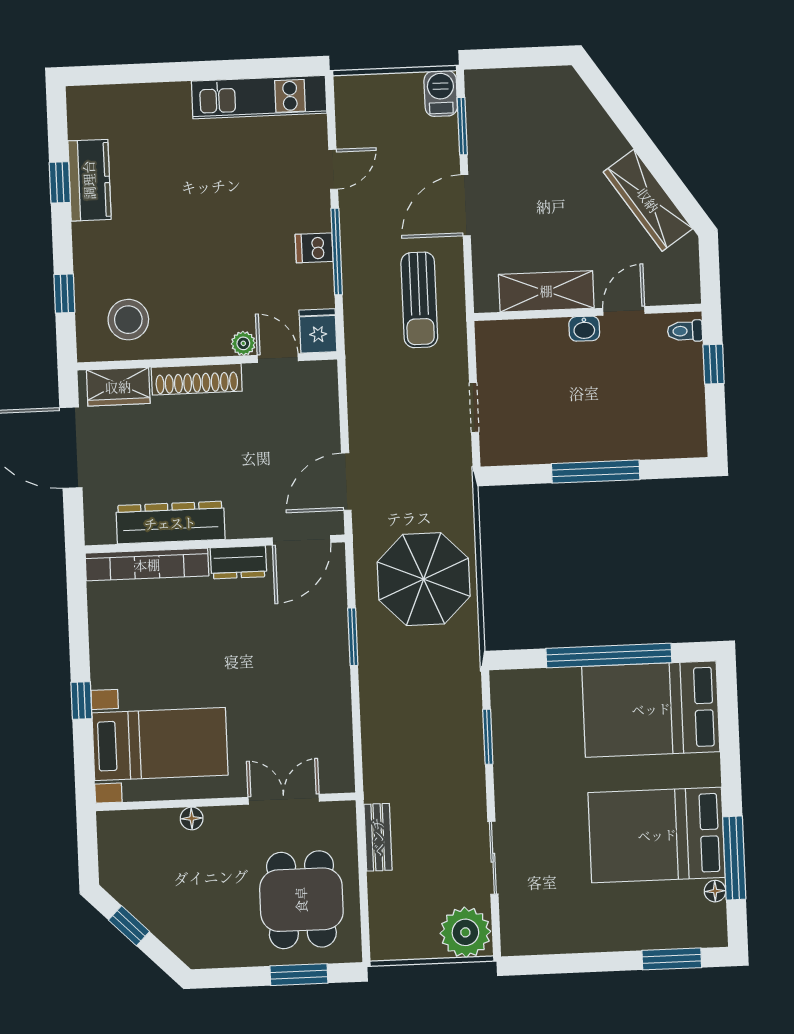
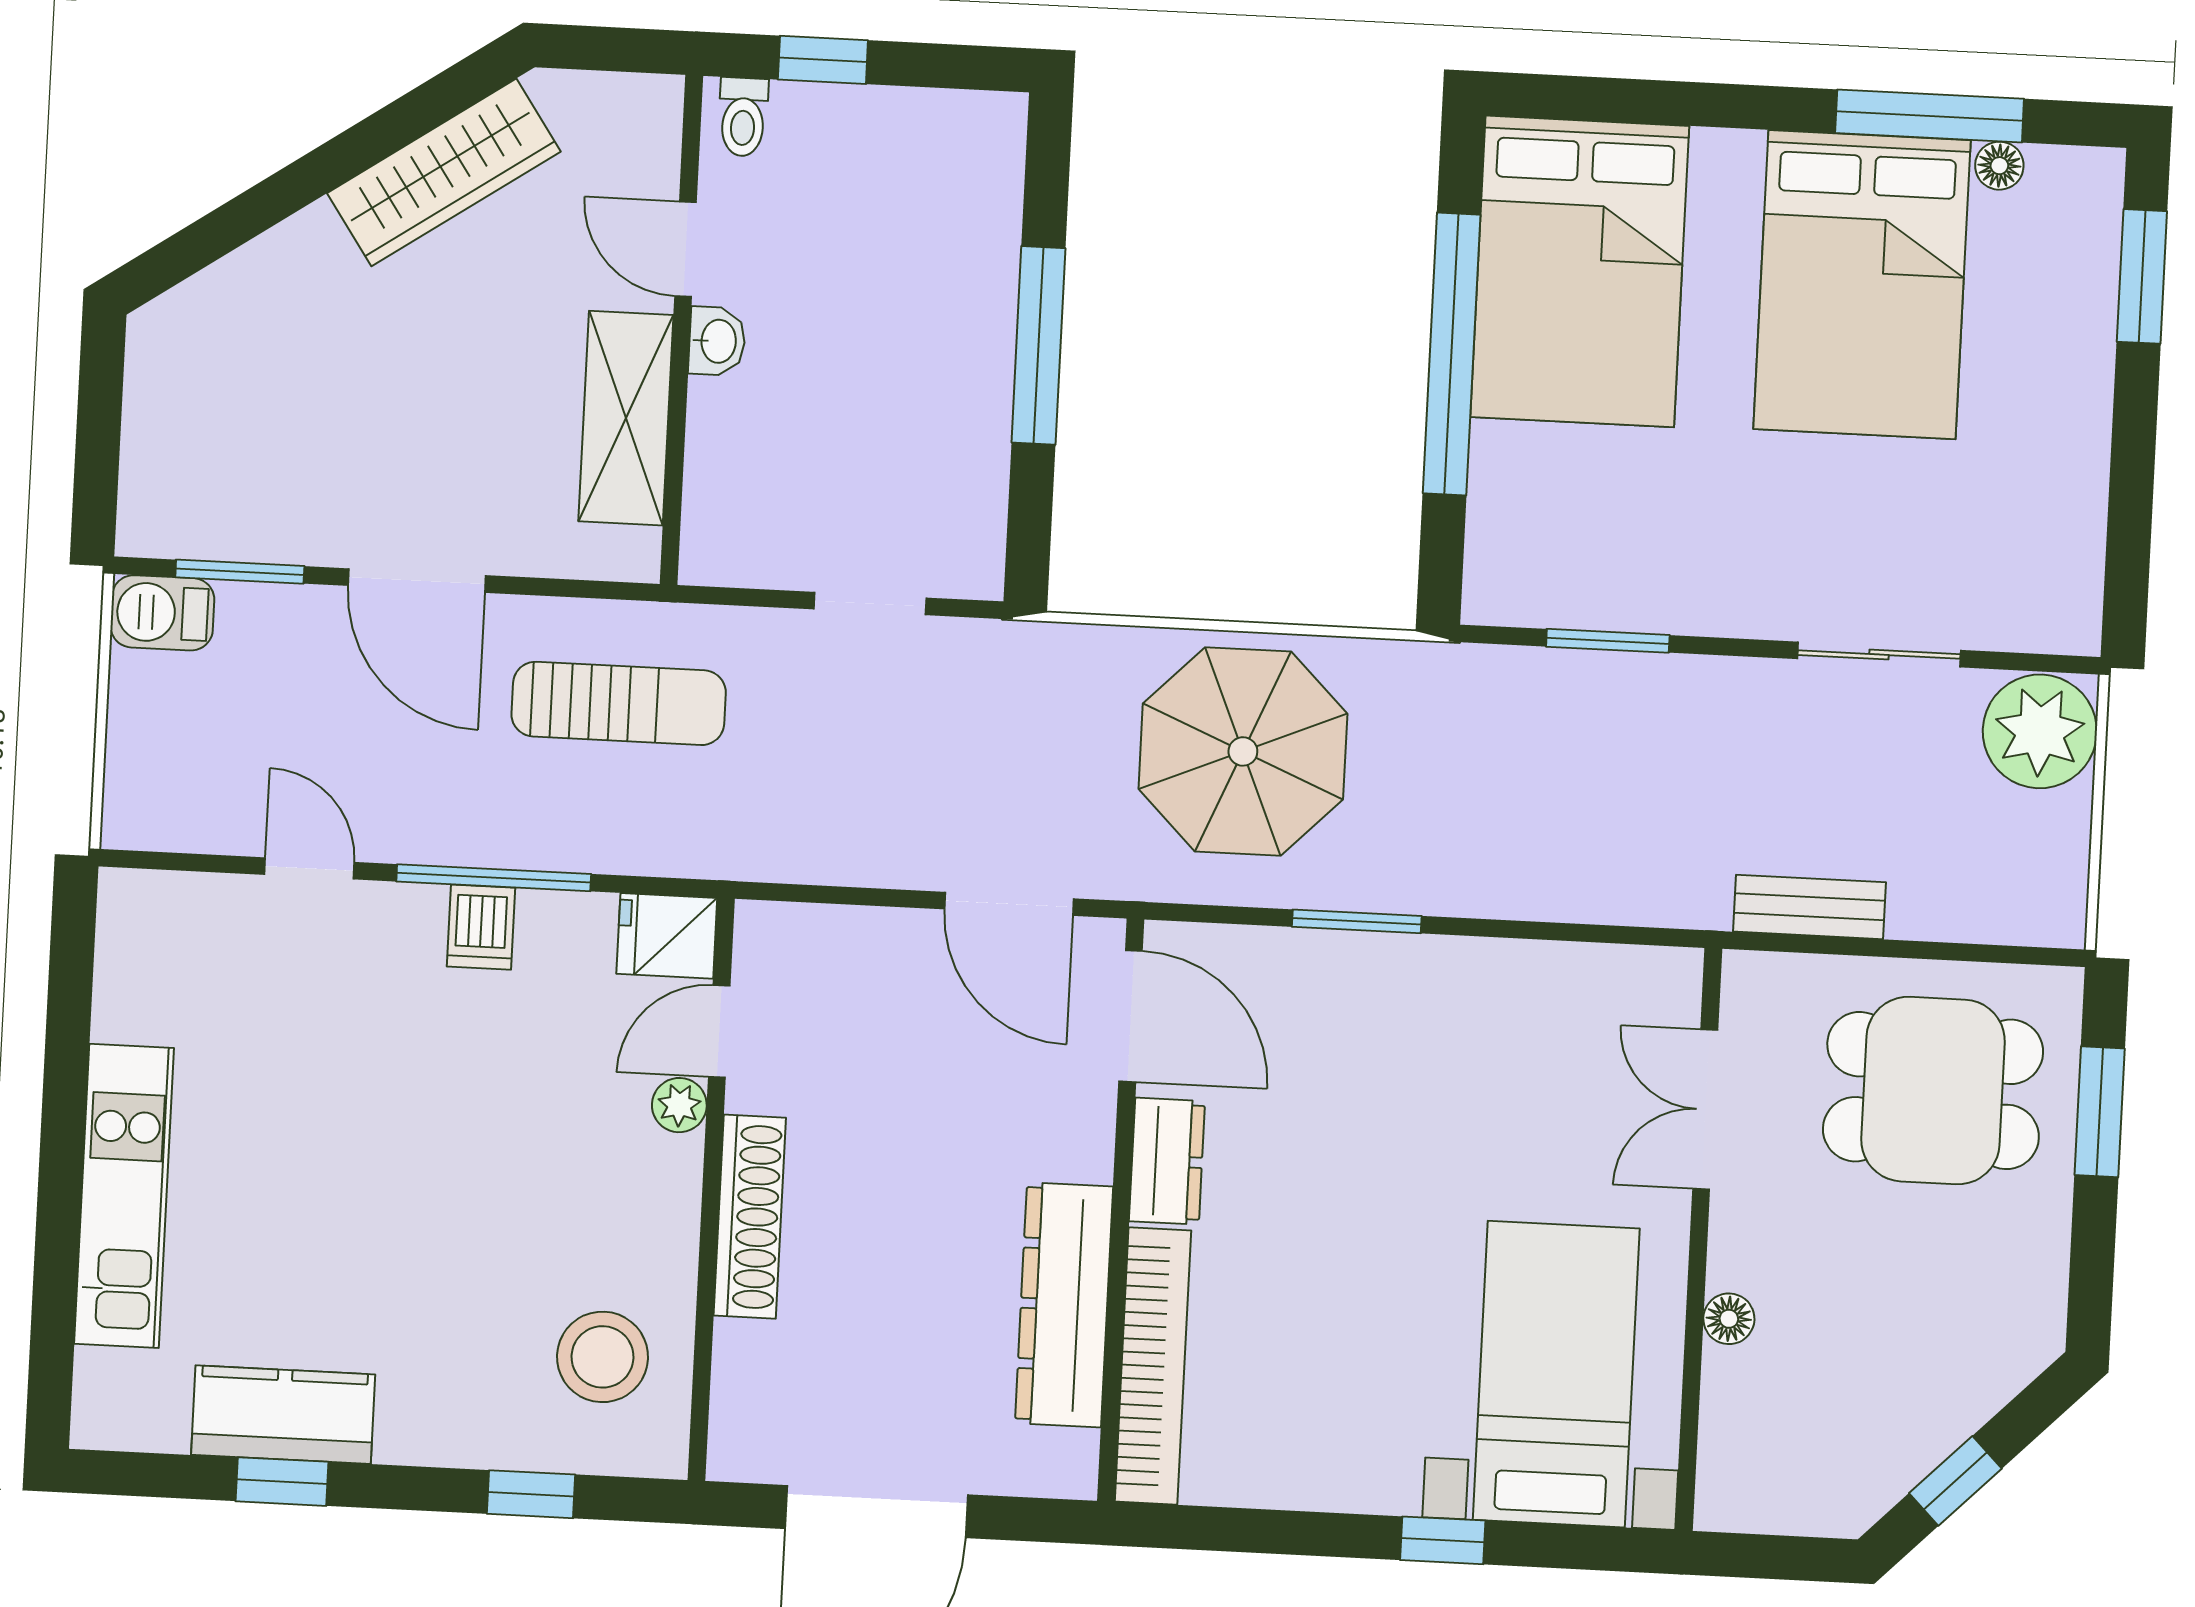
kitchen unit: (259, 97) -> (124, 1196), moved
wardrobe: (118, 387) -> (750, 1393), removed

